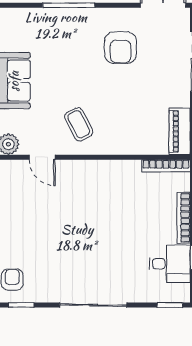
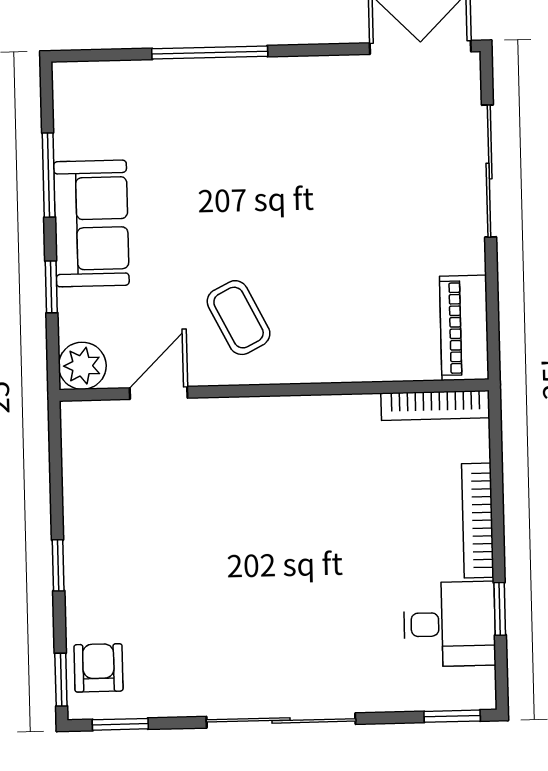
armchair: (120, 48) -> (328, 144), removed
door: (42, 157) -> (159, 393), swing flipped

